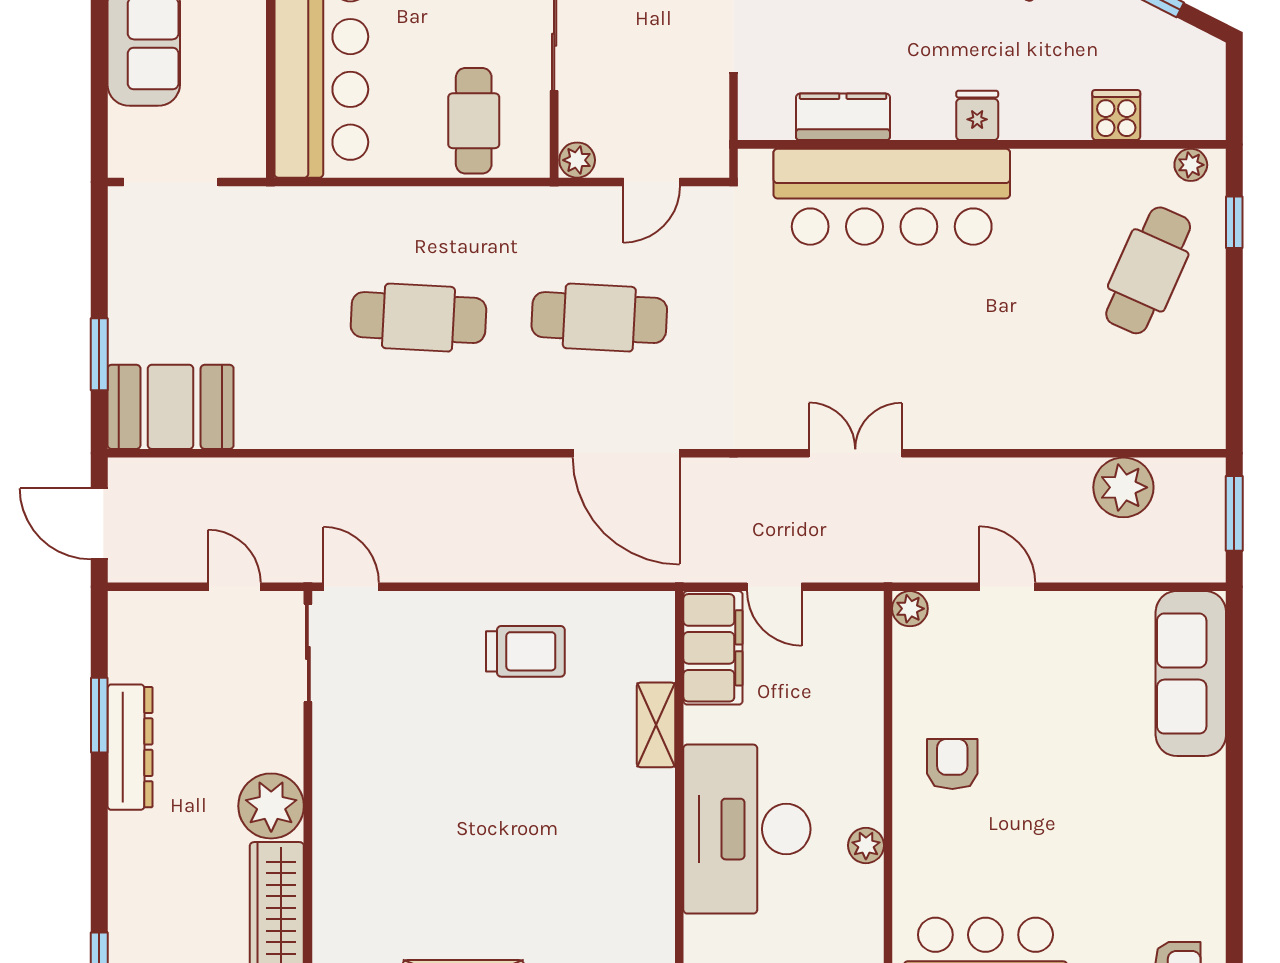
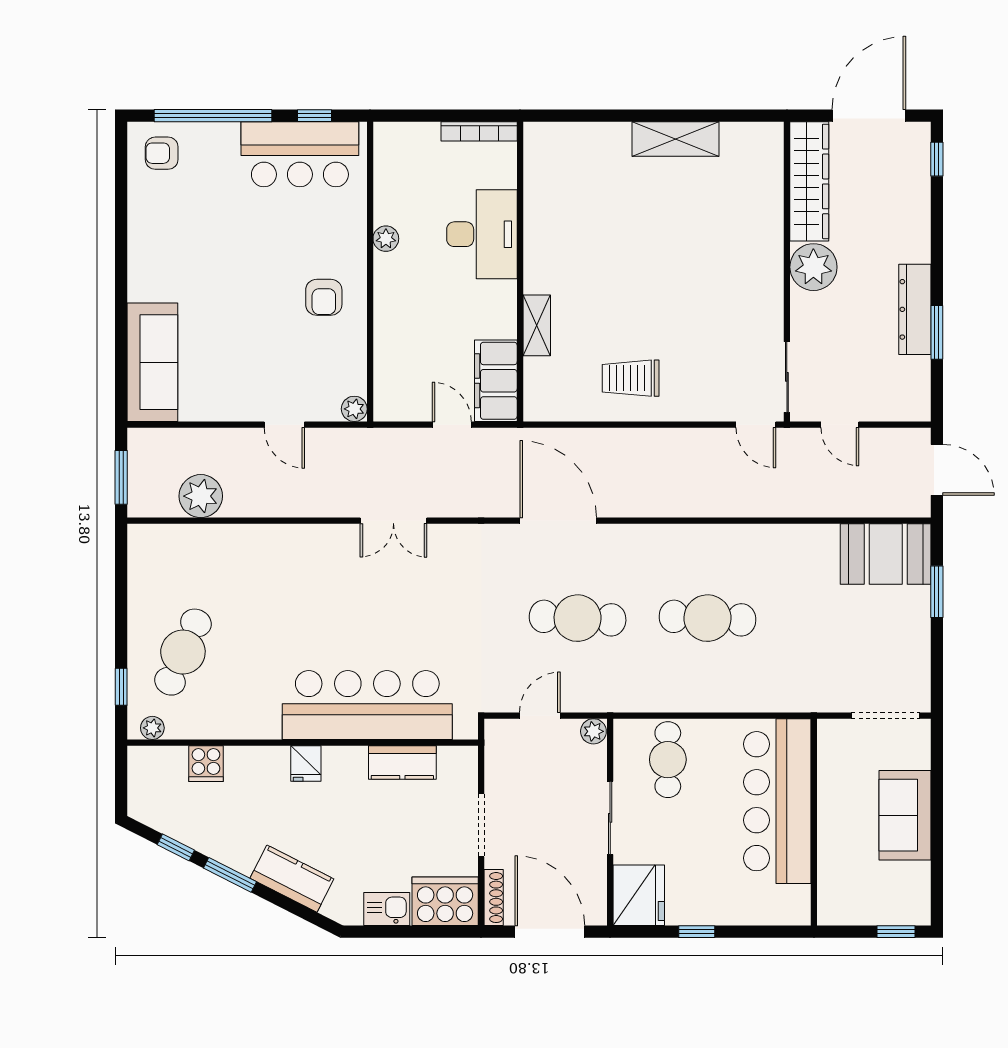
desk: (747, 829) -> (482, 234), width x0.73, depth x0.77

